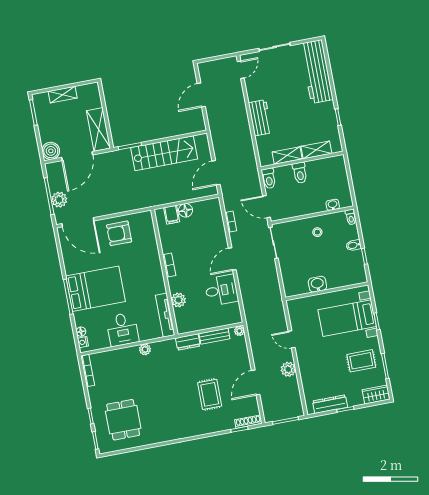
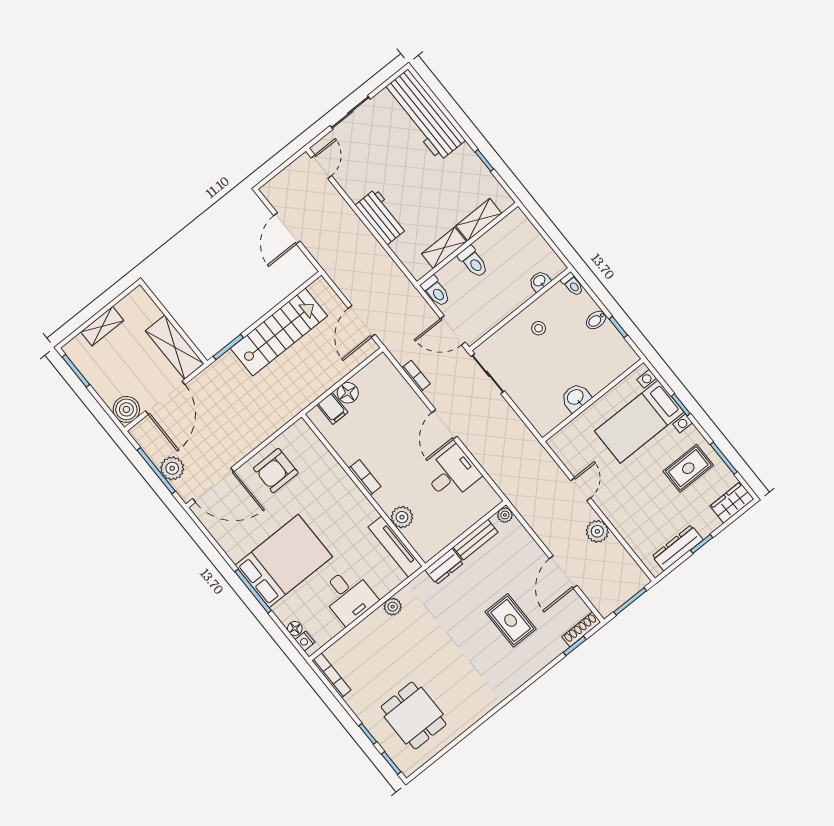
door: (292, 339) -> (581, 489), swing flipped

